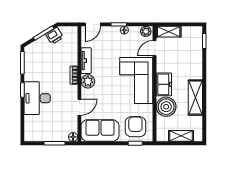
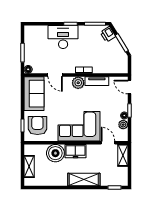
plant: (146, 31) -> (123, 125), moved
printer: (55, 36) -> (108, 34), moved
shelving: (195, 98) -> (84, 179), moved
armchair: (135, 127) -> (37, 126), turned -90

